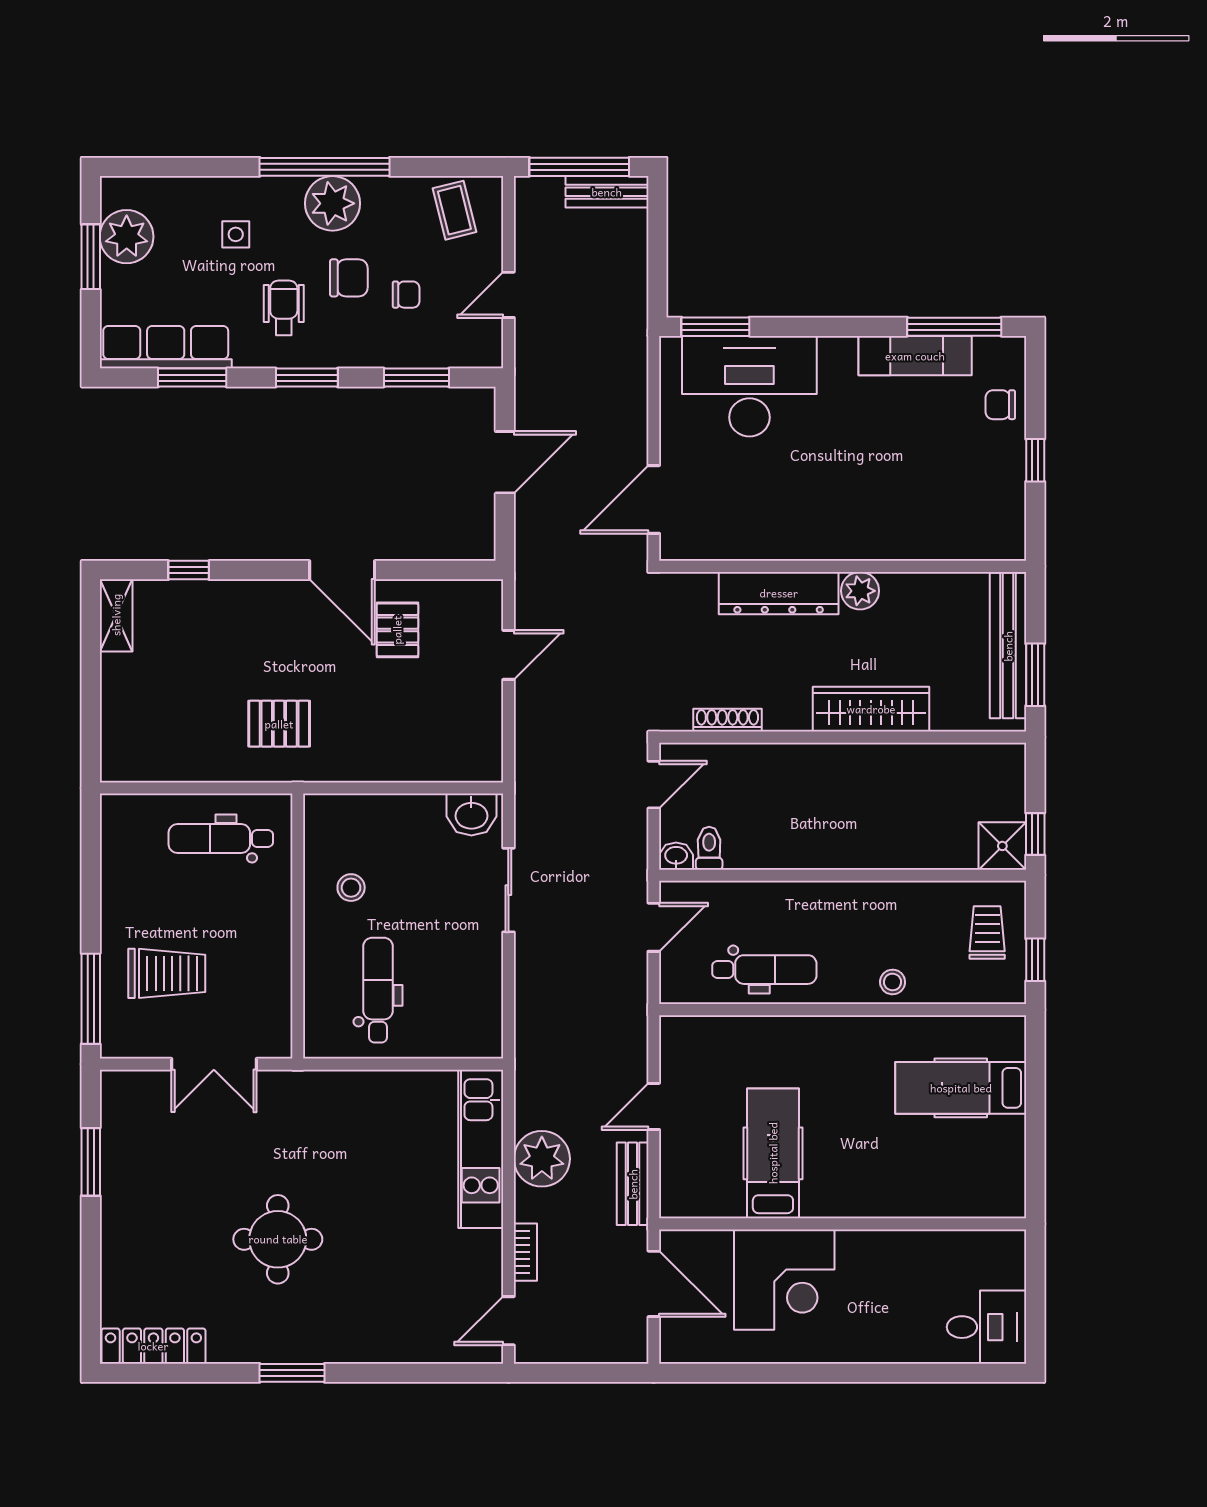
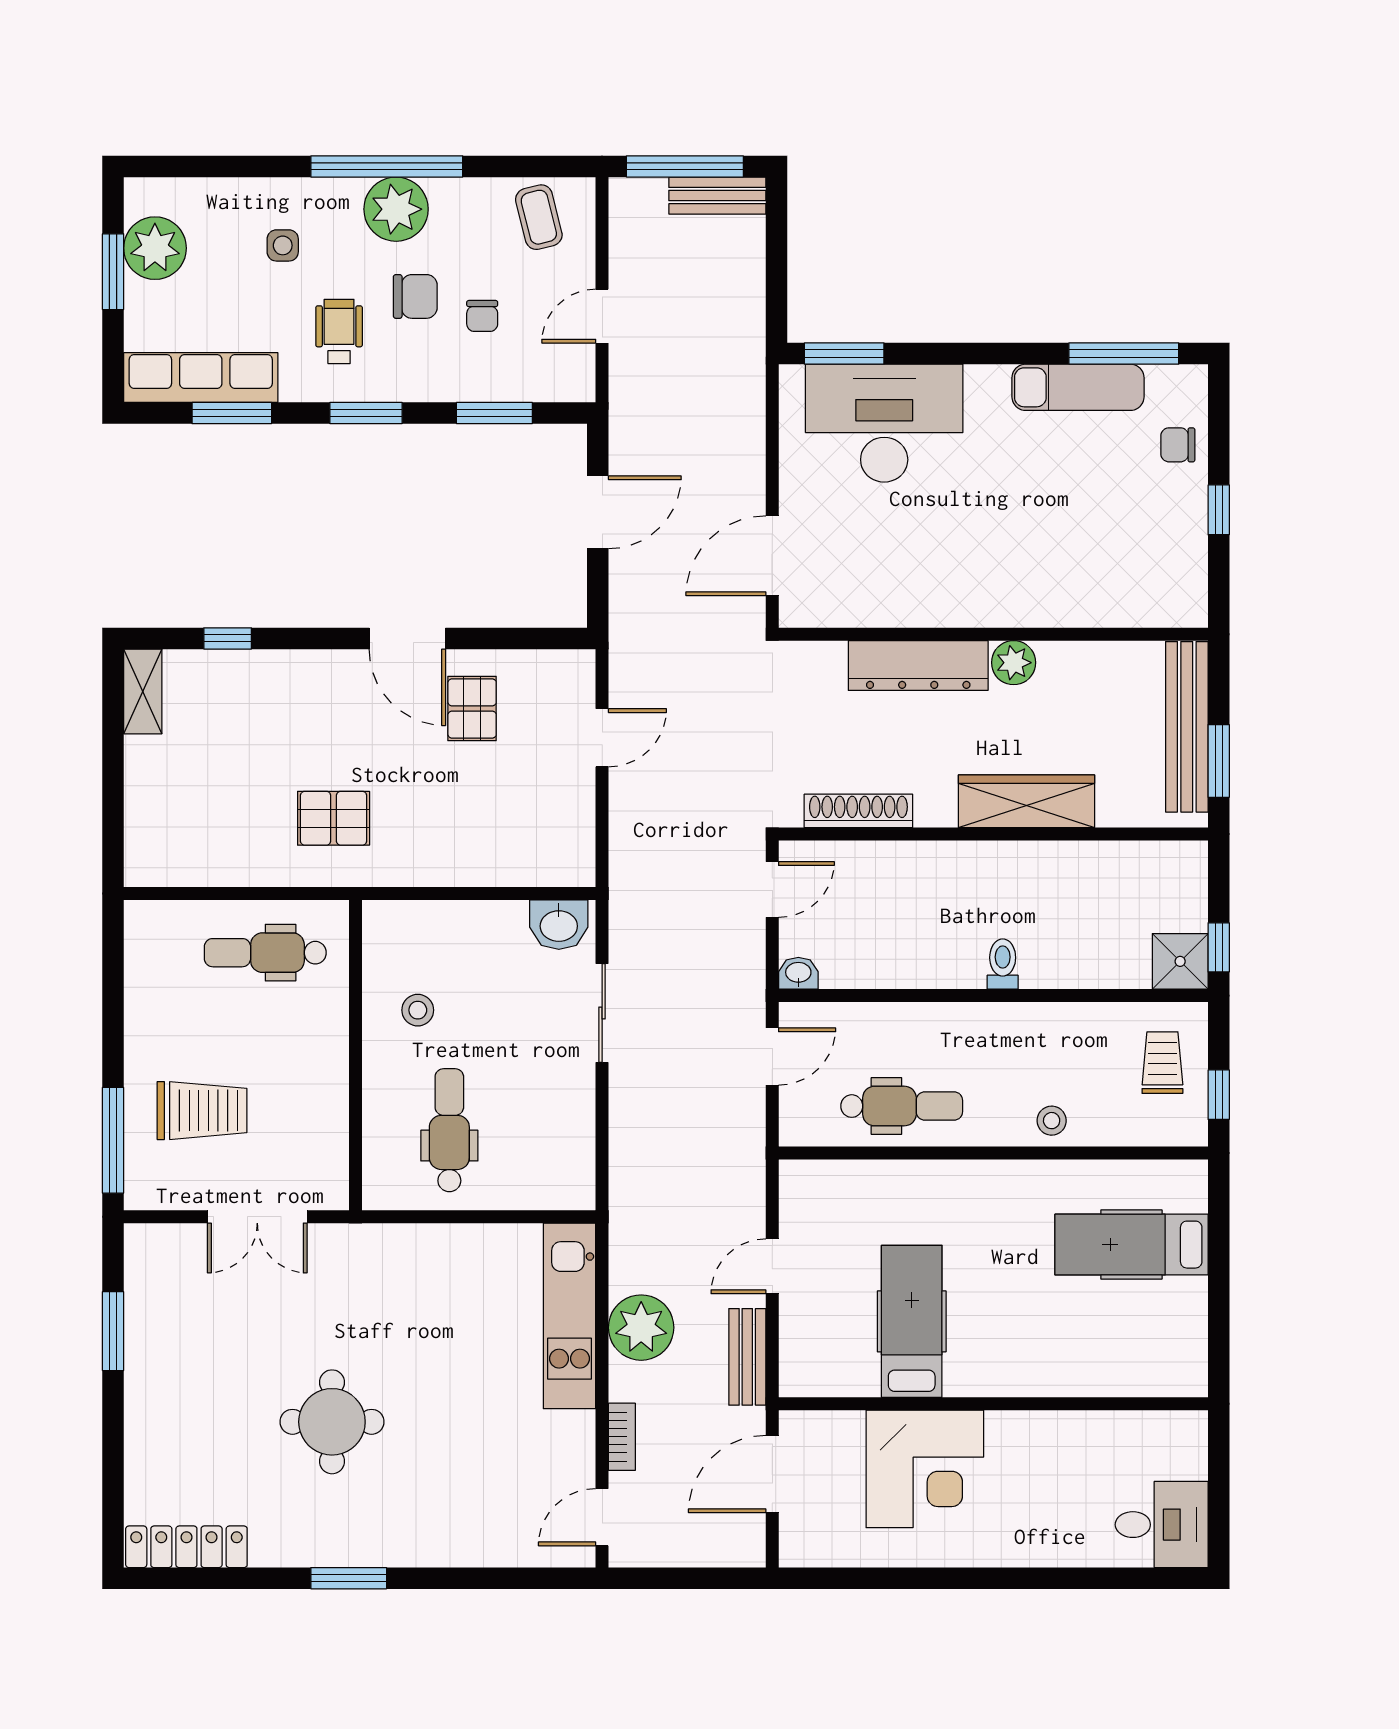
chair: (406, 295) -> (482, 316), turned 90
shoe rack: (727, 720) -> (858, 811), width x1.36, depth x1.24
toilet: (709, 848) -> (1003, 964), moved
door: (654, 1284) -> (772, 1474), swing flipped

